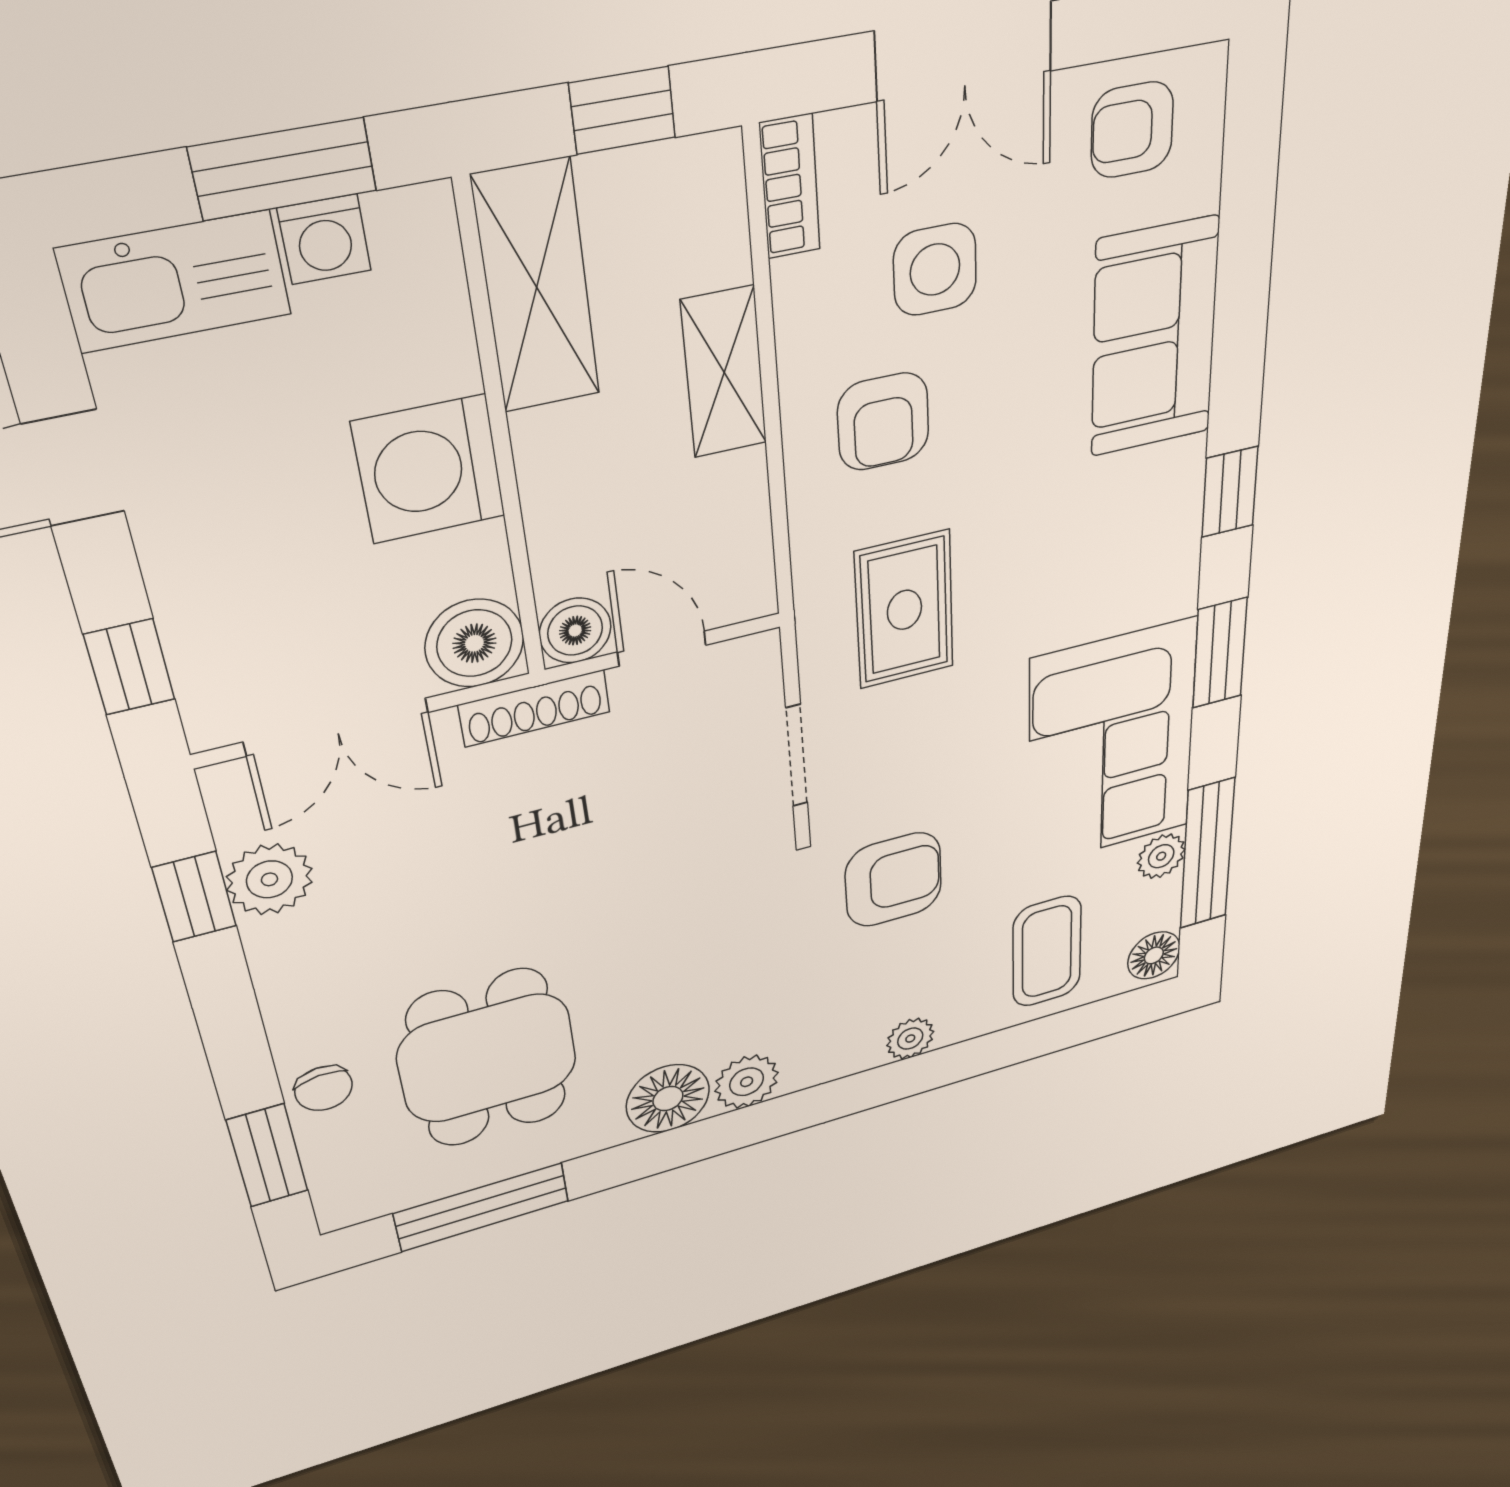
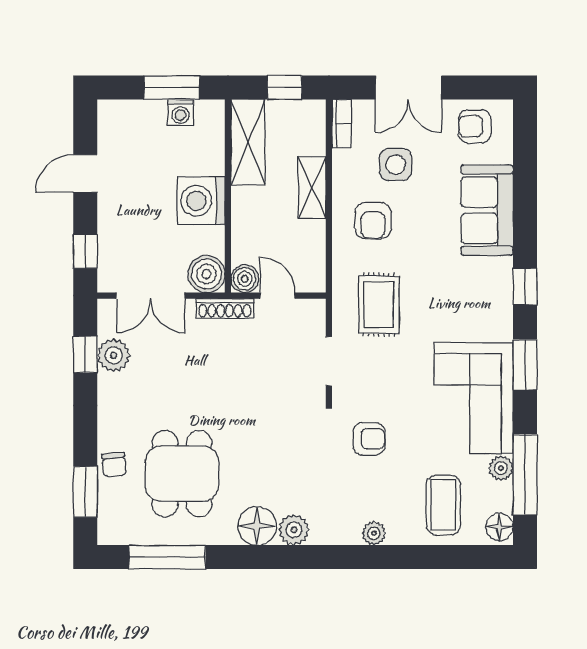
kitchen sink: (175, 282) -> (131, 117), removed
armchair: (893, 880) -> (369, 439), width x0.72, depth x0.72

